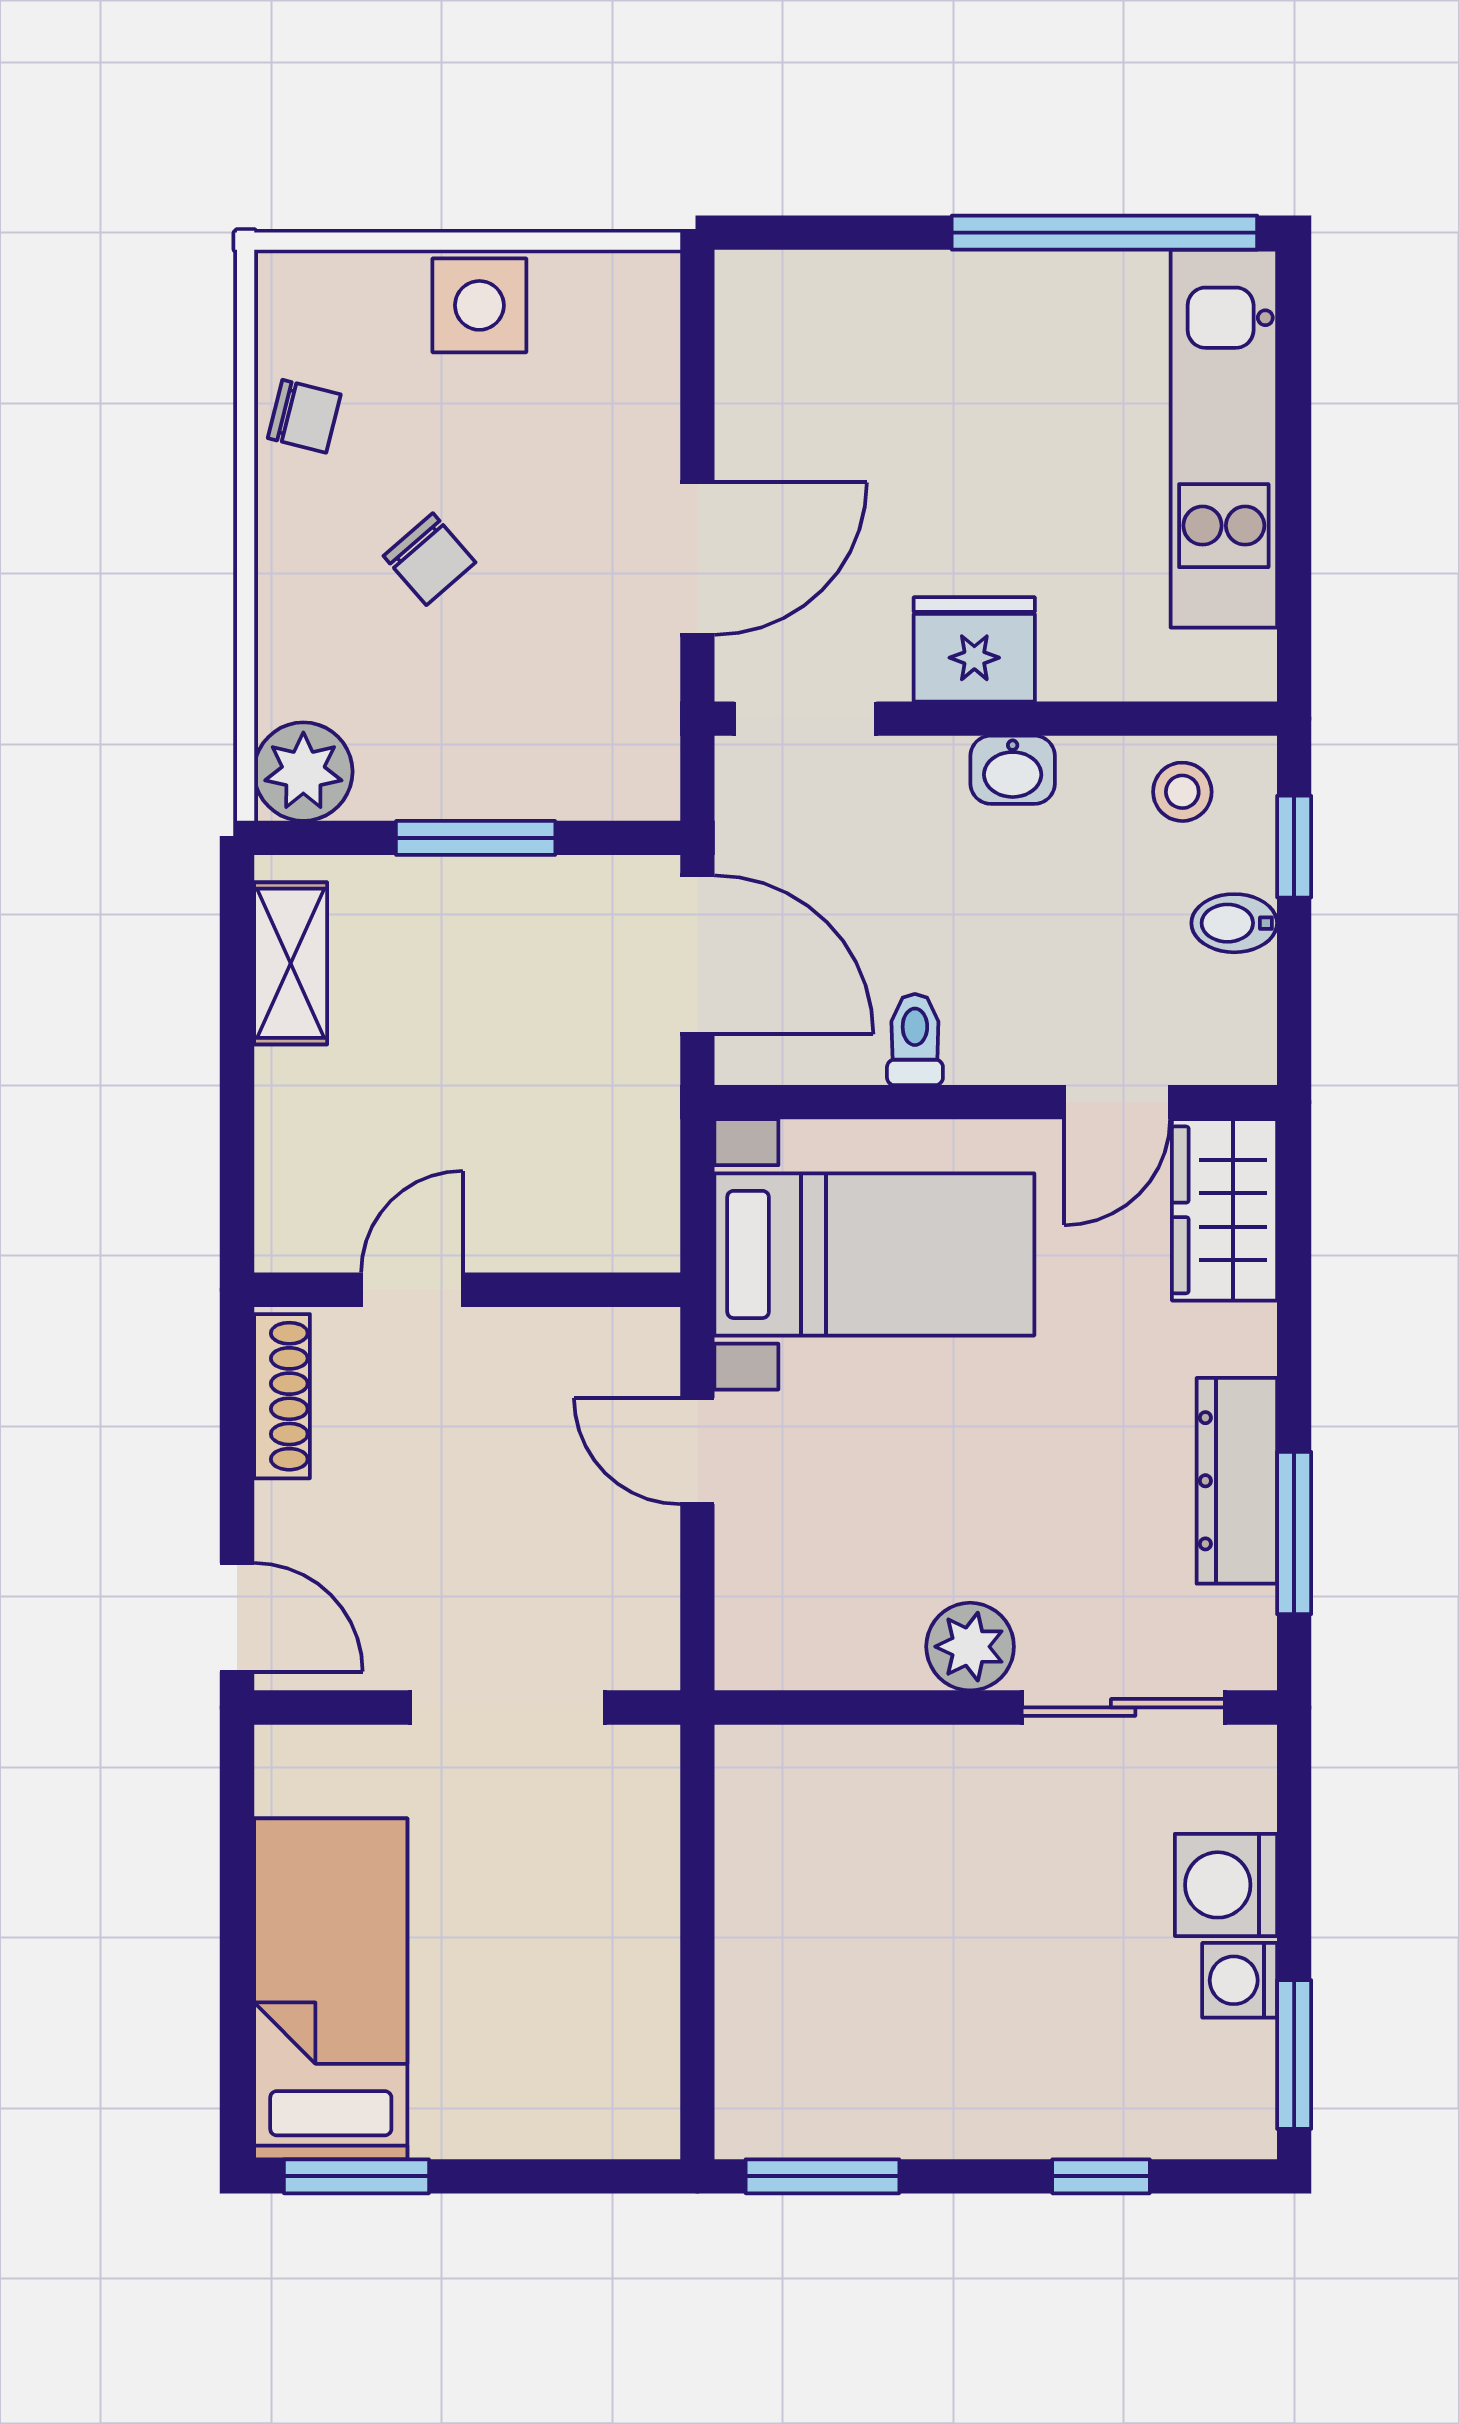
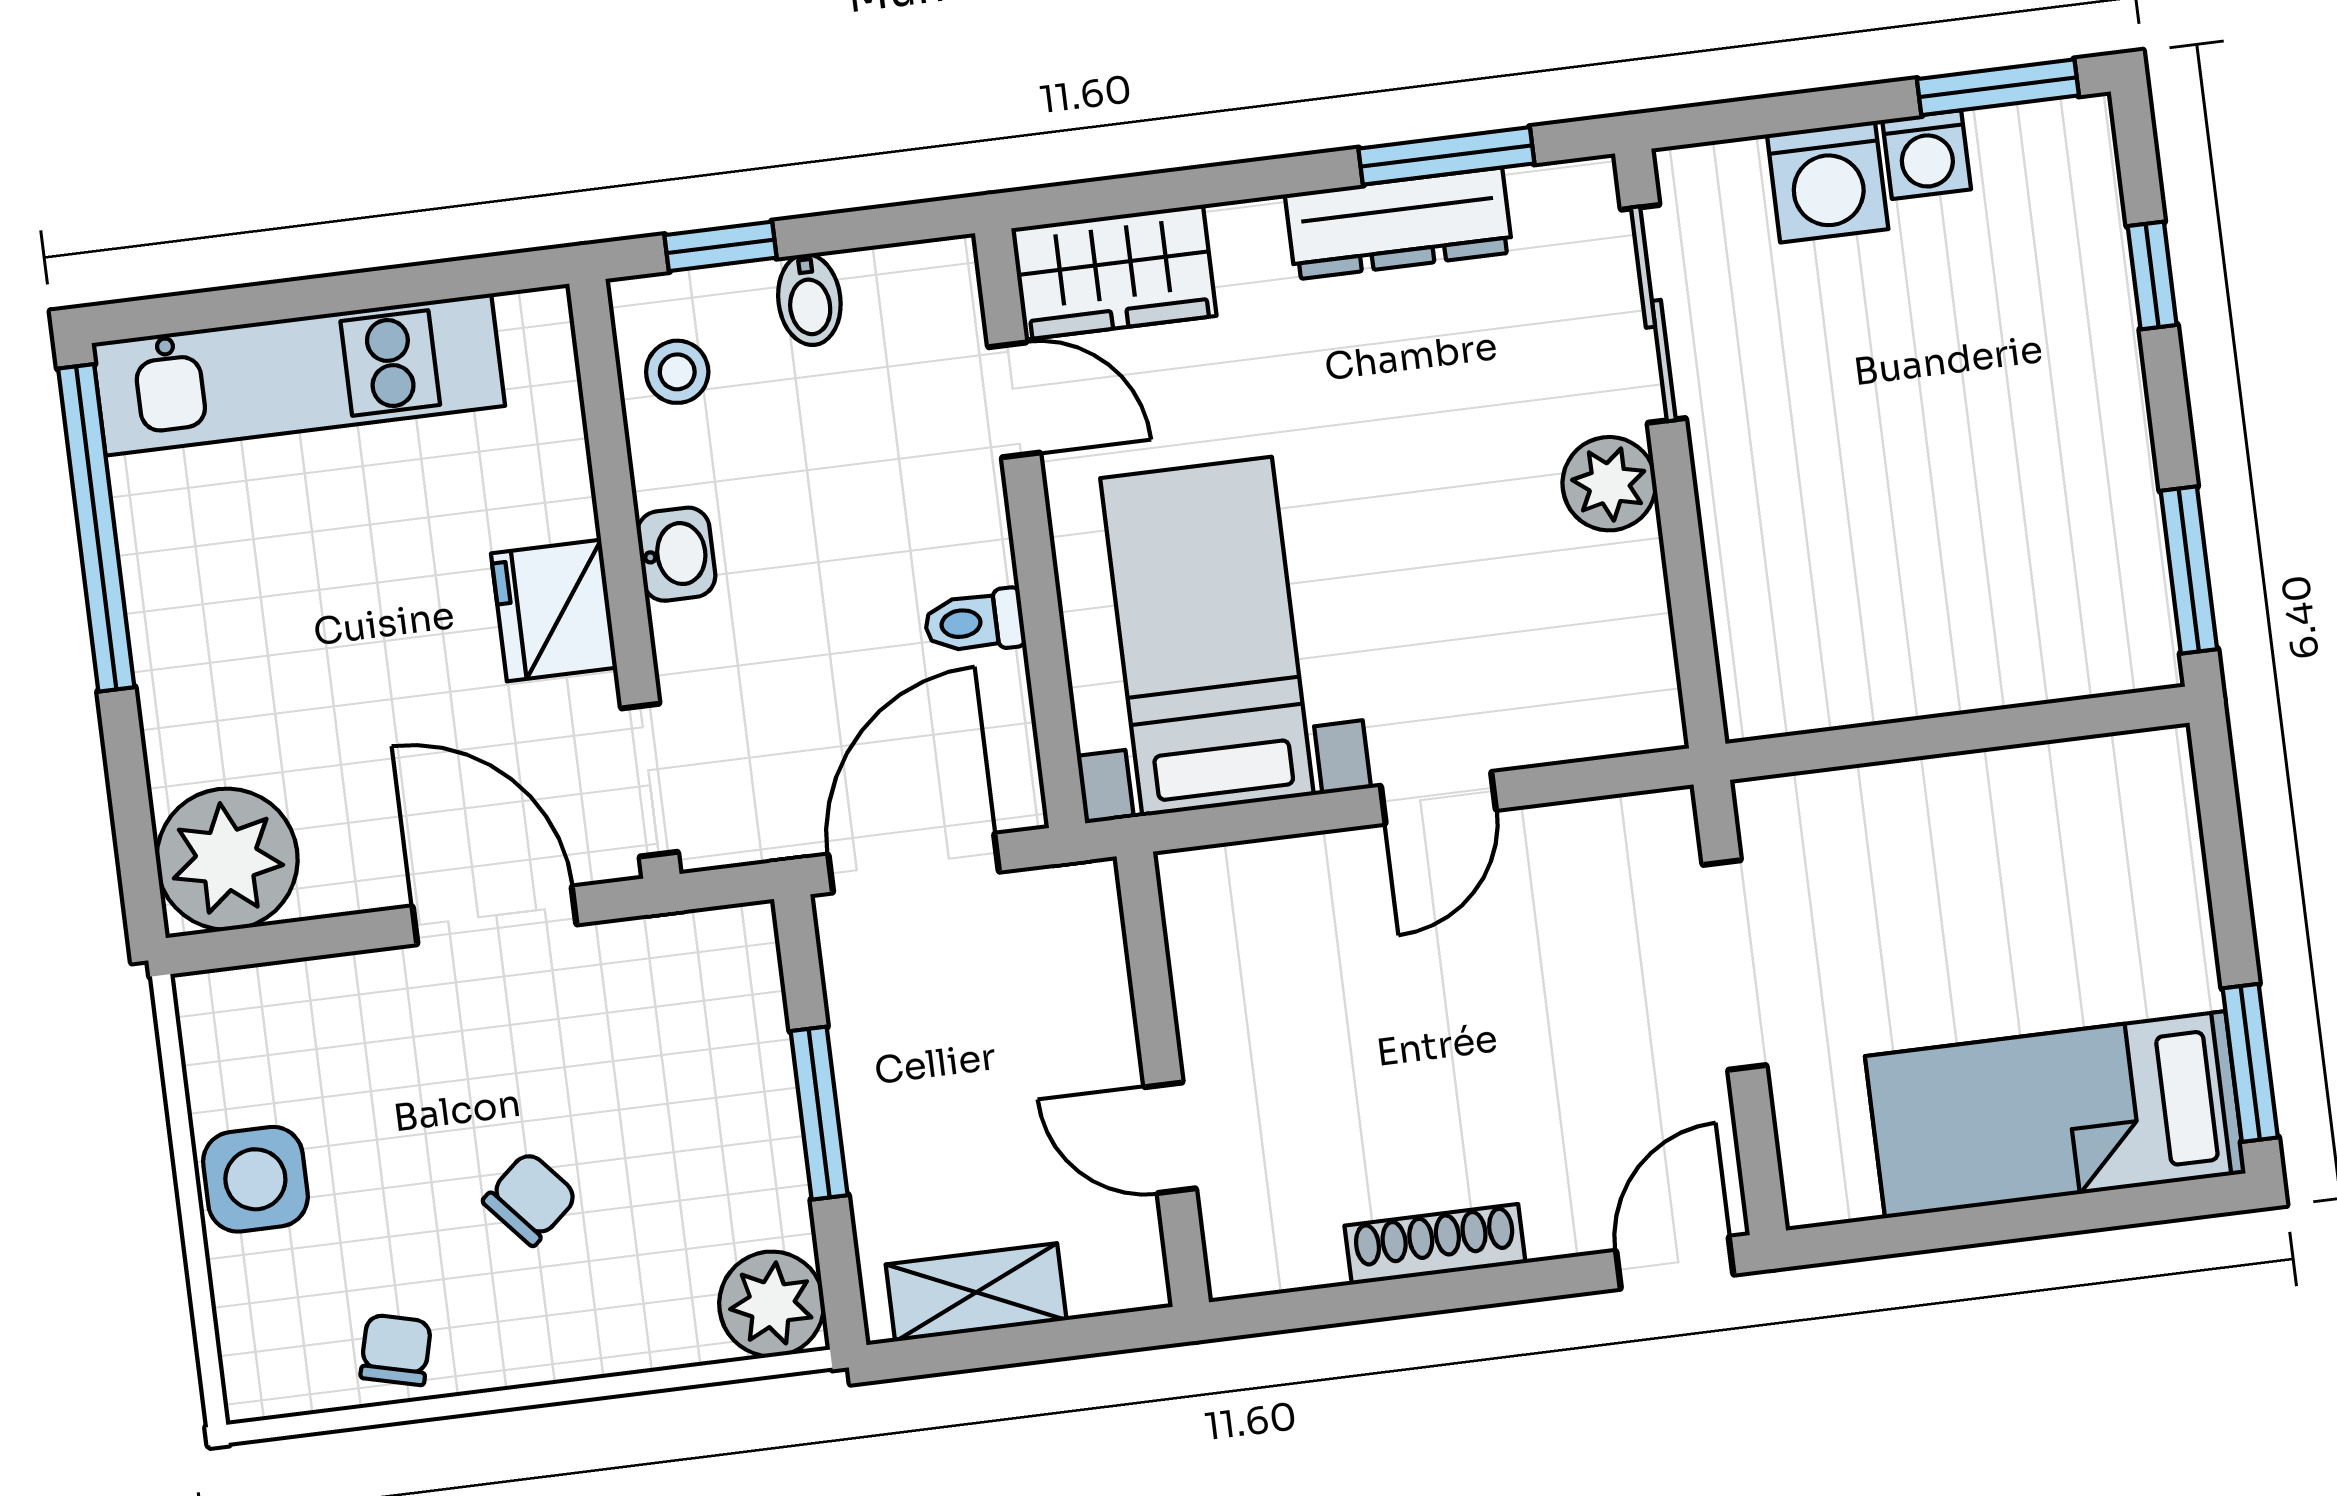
plant: (781, 316) -> (227, 859), added
door: (412, 1290) -> (1170, 1138), moved
wall: (467, 1290) -> (1163, 1079), moved

